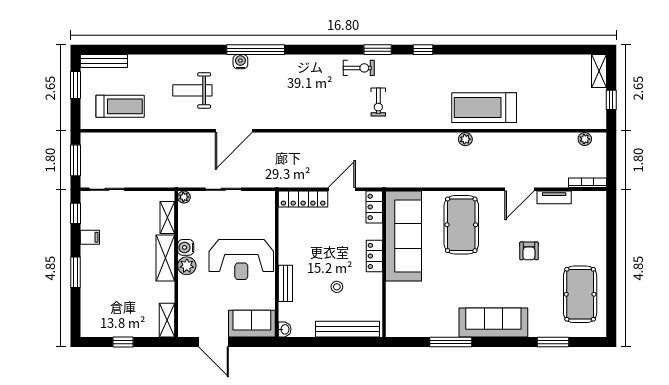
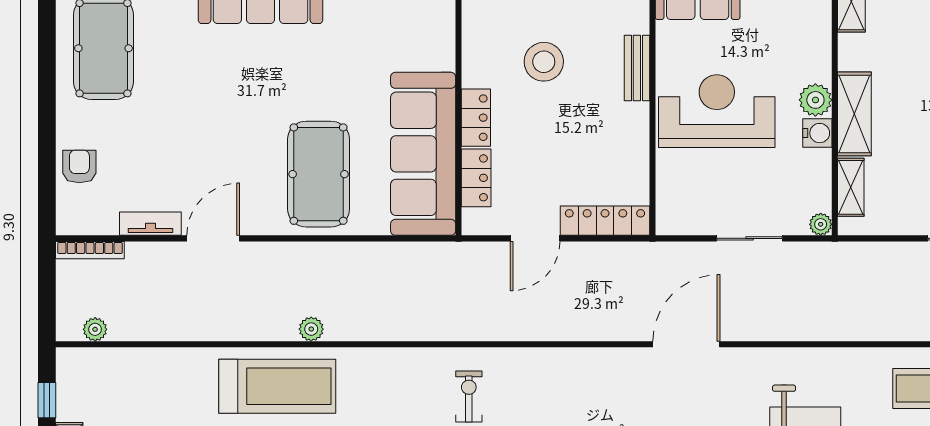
door: (234, 131) -> (686, 344), moved
locker: (374, 207) -> (476, 178), moved
armchair: (529, 251) -> (79, 166), moved
stool: (337, 287) -> (544, 62), width x1.89, depth x1.89

